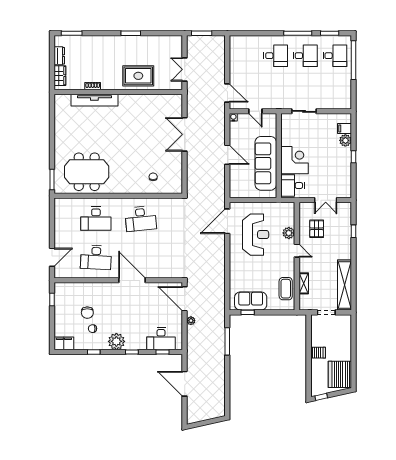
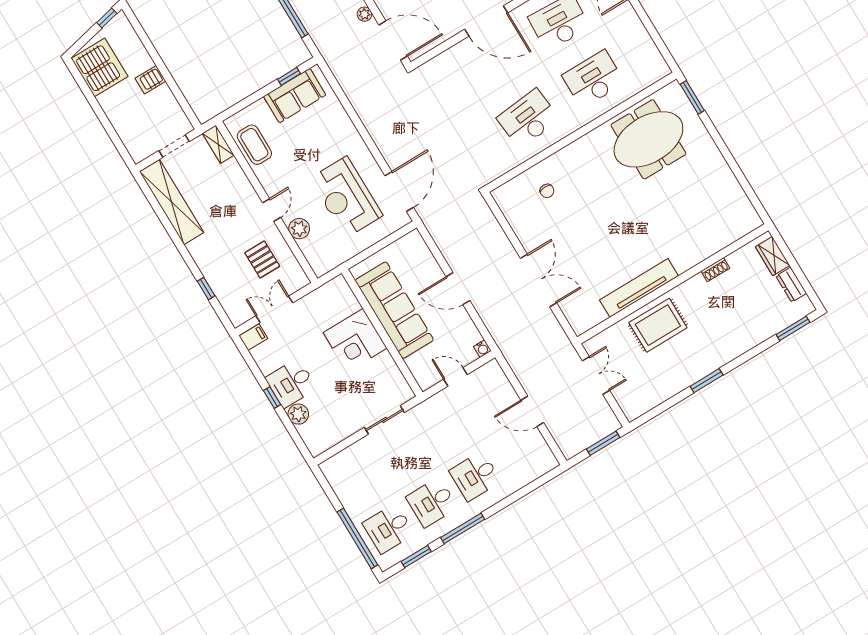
door: (227, 93) -> (532, 411), moved
tv unit: (94, 100) -> (639, 288), moved
filing cabinet: (345, 128) -> (253, 337), moved
desk: (293, 185) -> (291, 383), moved, turned 180
door: (297, 251) -> (272, 210), swing flipped
shelving: (304, 283) -> (218, 144), moved

